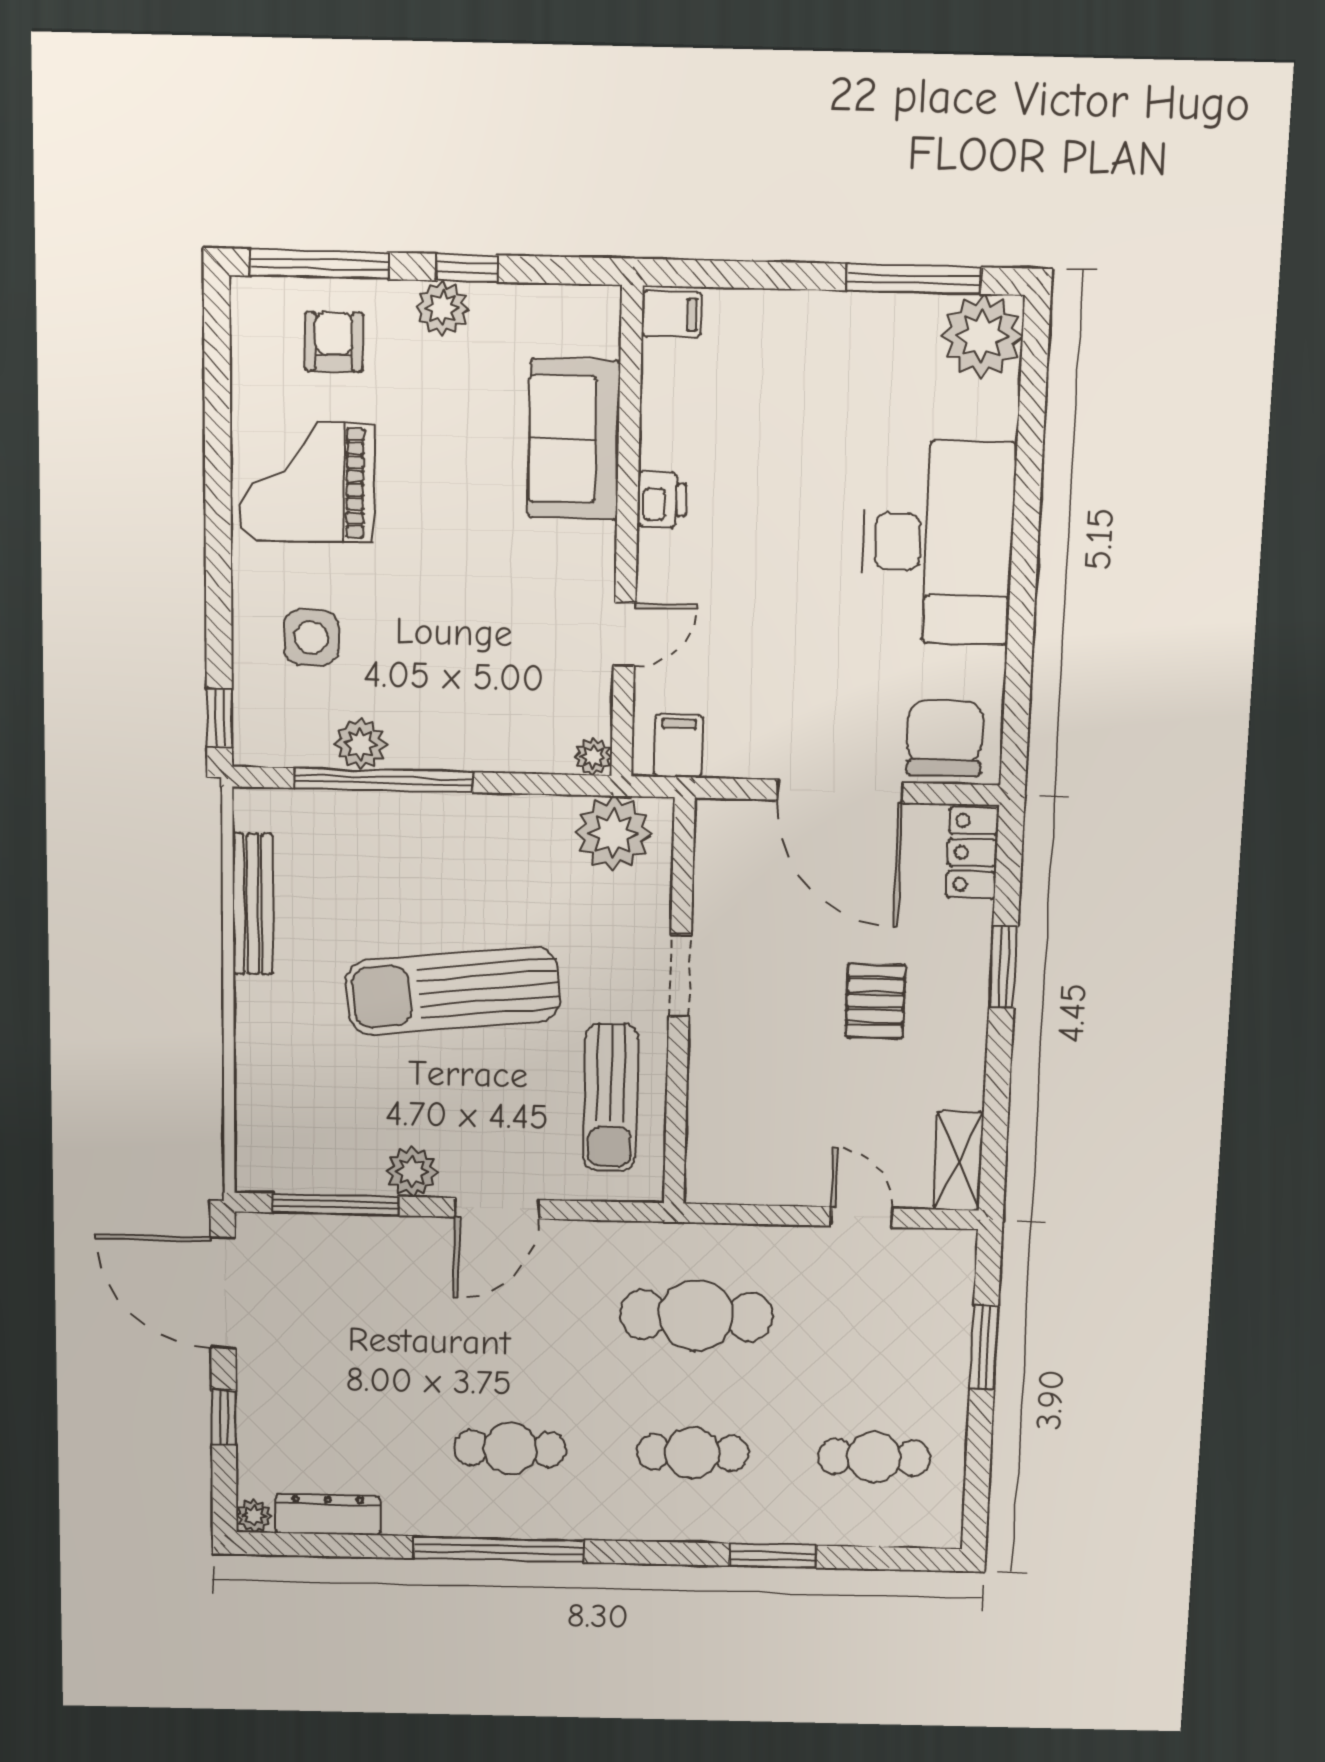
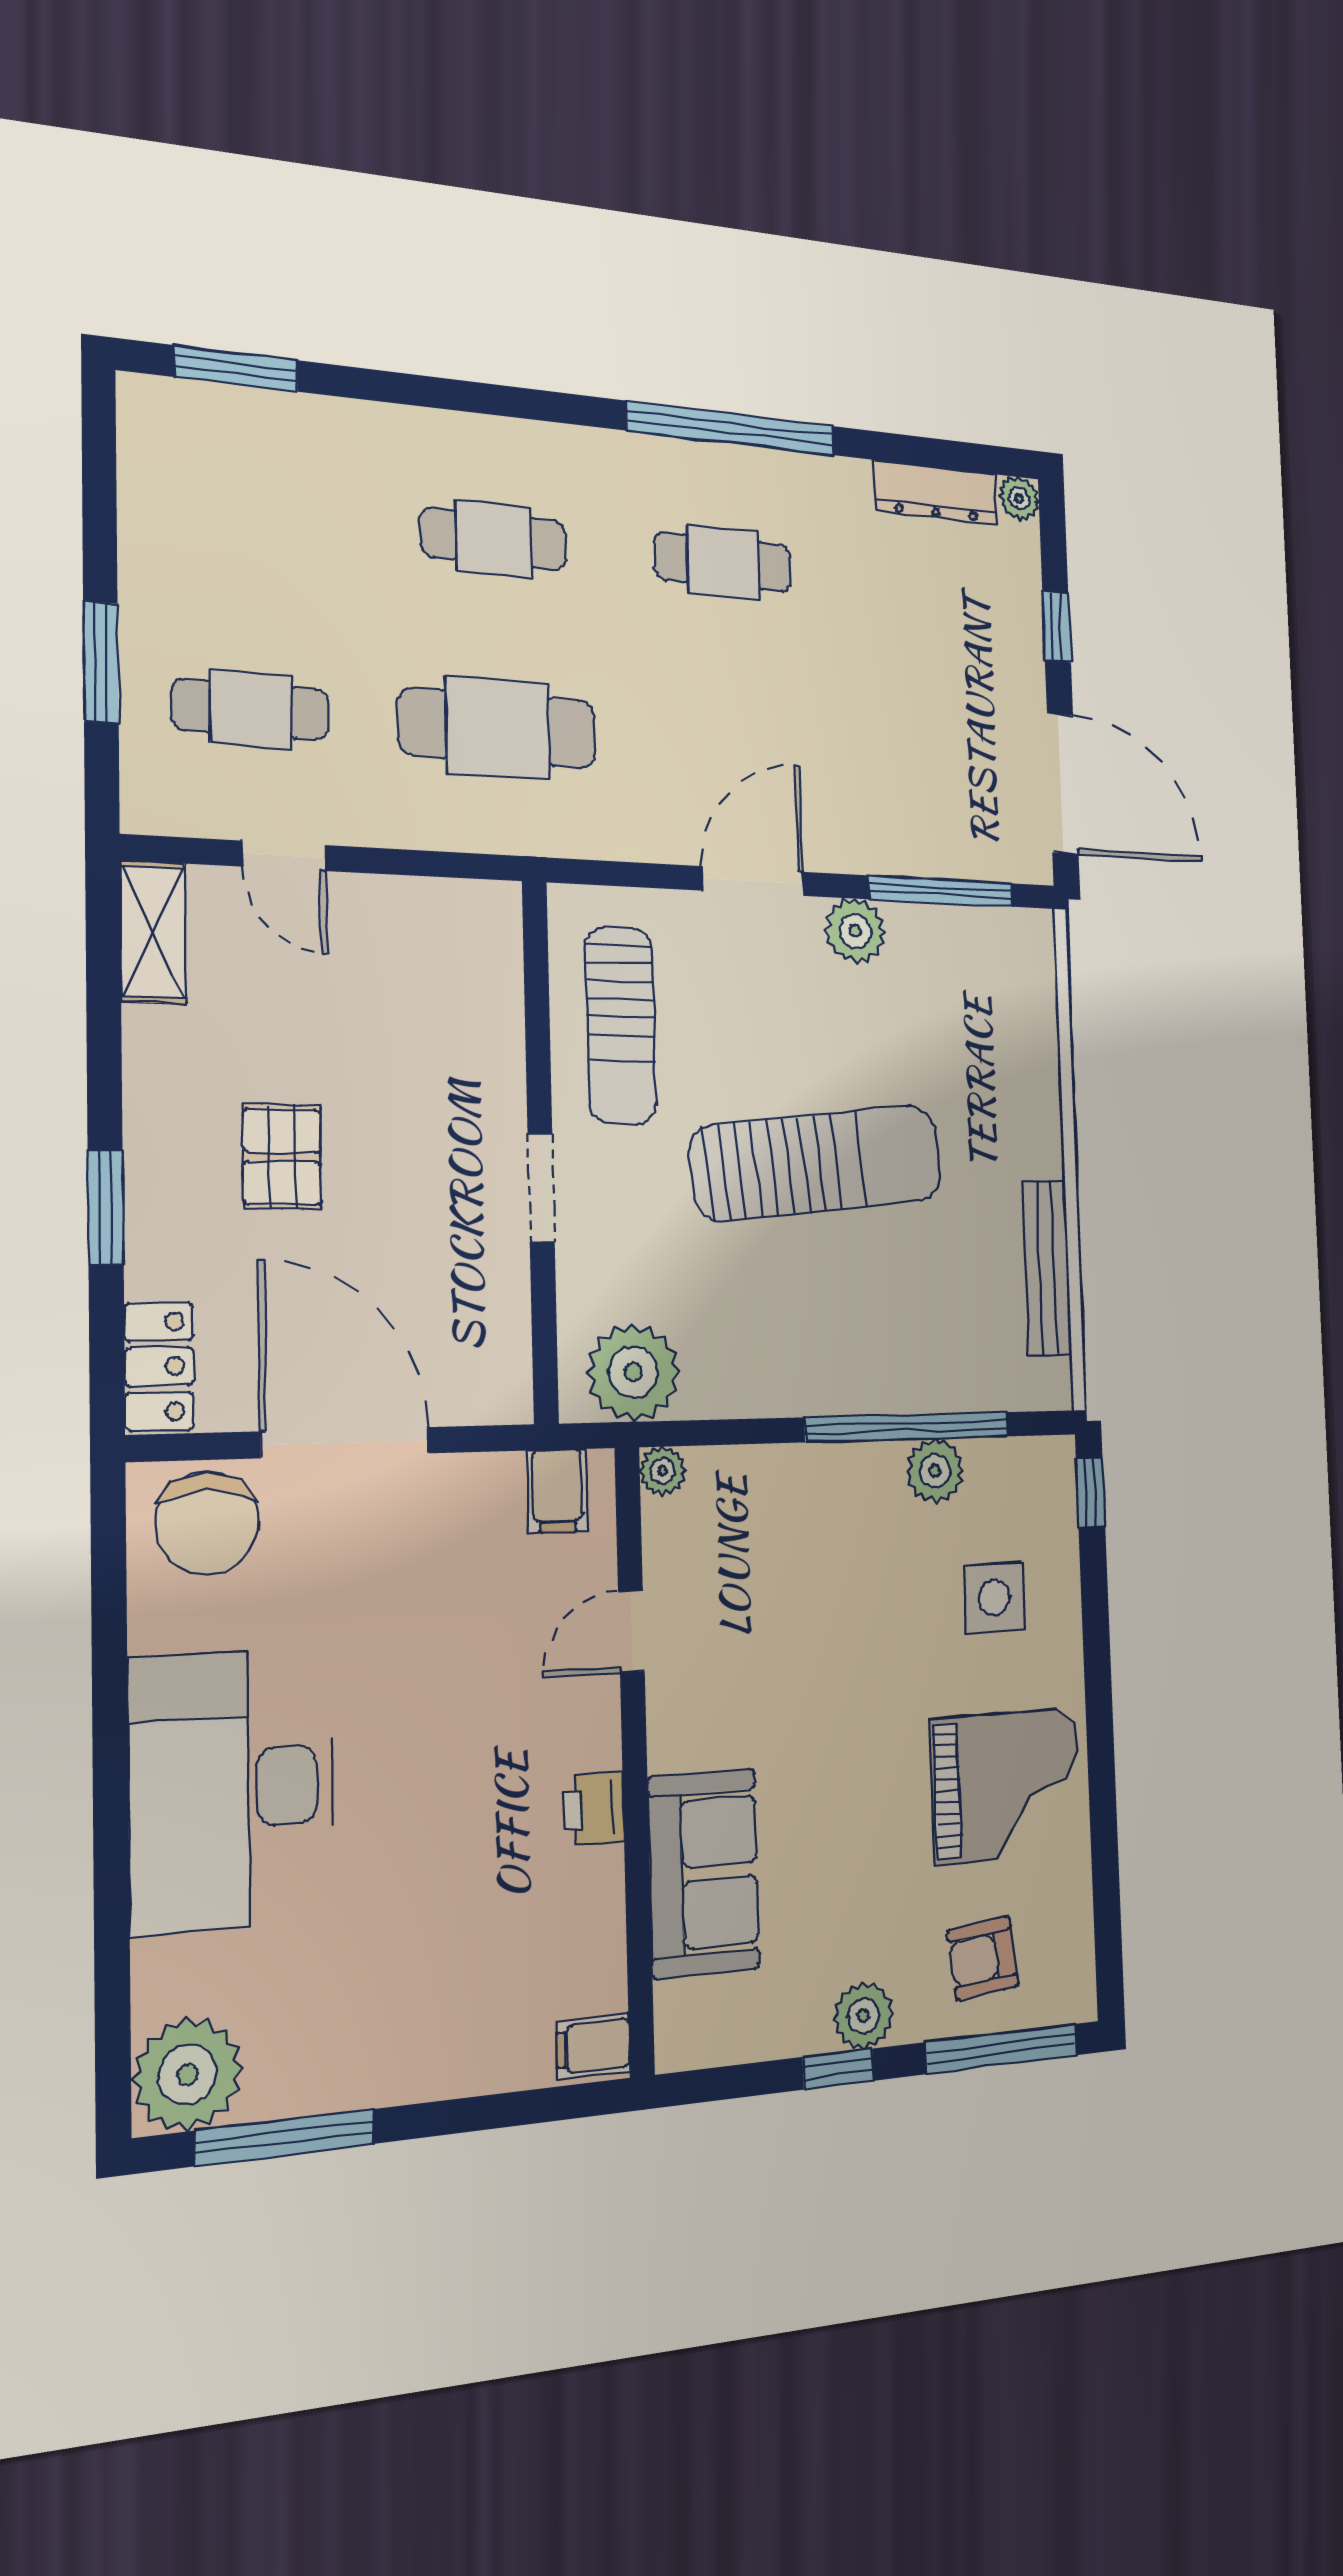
armchair: (334, 342) -> (983, 1958), turned 84
sun lounger: (610, 1097) -> (621, 1025), turned 180
cafe table: (874, 1457) -> (251, 710), moved
window: (773, 1556) -> (236, 369), moved

